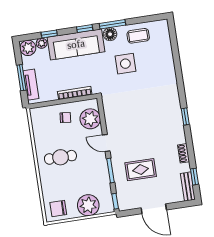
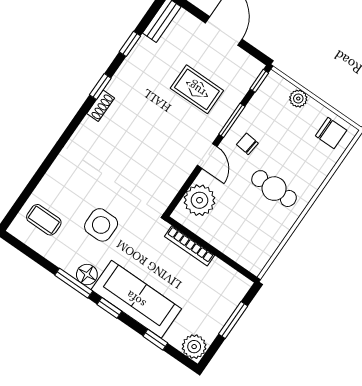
coffee table: (138, 36) -> (44, 220), moved
plant: (42, 43) -> (174, 337), removed
tv unit: (31, 85) -> (230, 302), removed
window: (185, 116) -> (100, 87), moved
chair: (65, 118) -> (247, 144), moved
shoe rack: (184, 153) -> (101, 106), moved
window: (194, 177) -> (130, 44), moved
plant: (88, 205) -> (298, 99), width x0.53, depth x0.53

